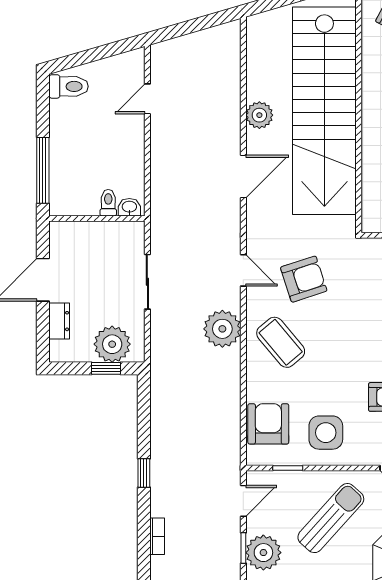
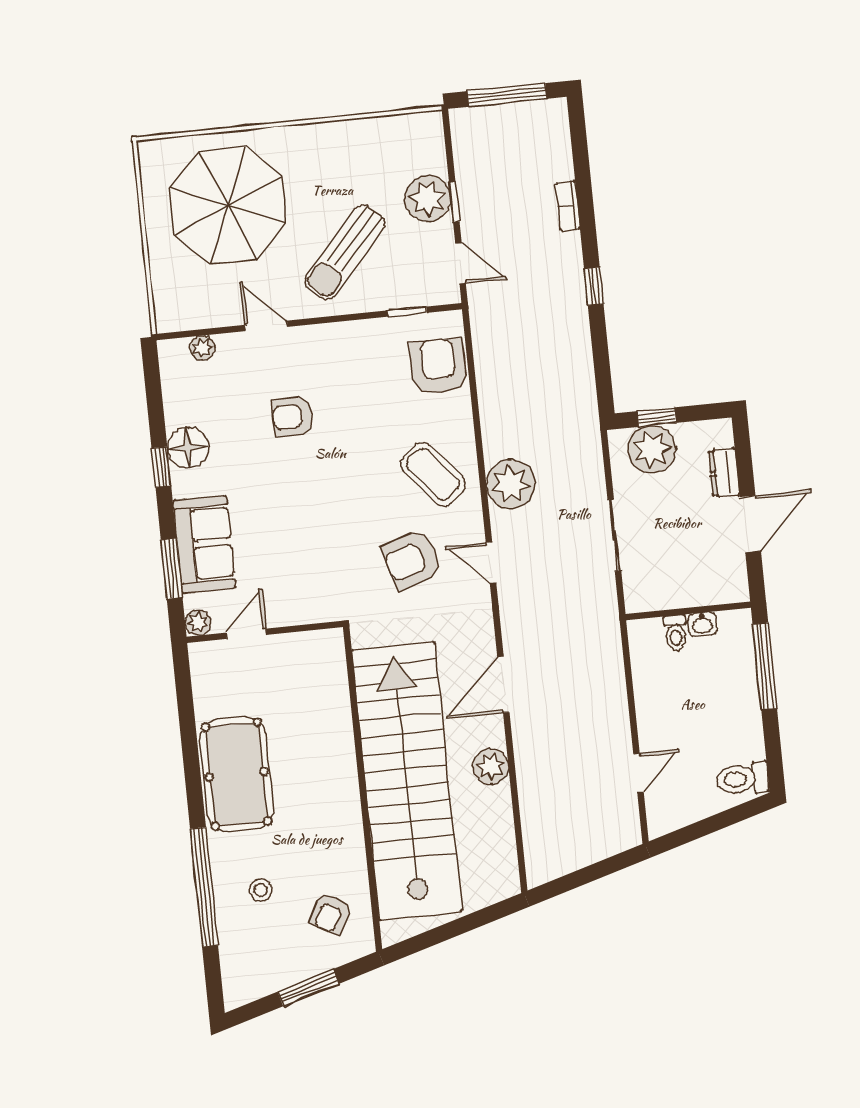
washbasin: (129, 207) -> (702, 624), moved
armchair: (268, 424) -> (438, 366), turned 180
side table: (326, 433) -> (362, 363), removed
door: (243, 501) -> (461, 263), swing flipped

